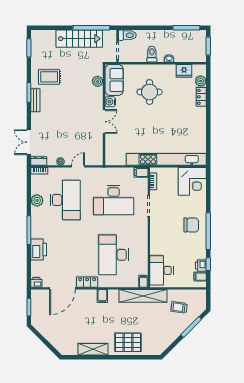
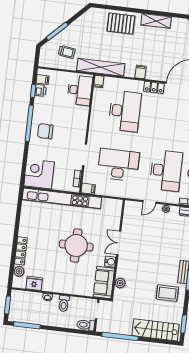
stairs: (79, 39) -> (156, 330), moved
round table: (150, 92) -> (76, 245), moved, width x1.36, depth x1.36
locker: (201, 97) -> (21, 251), width x1.53
desk: (65, 200) -> (166, 171), turned 180

